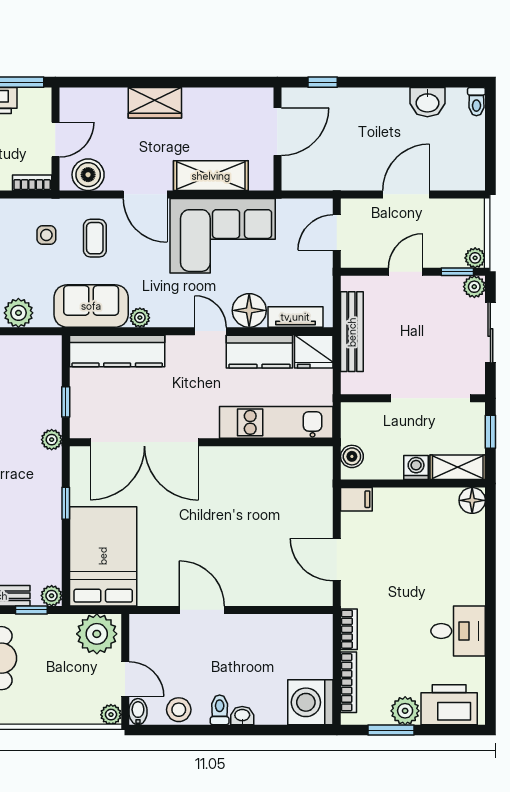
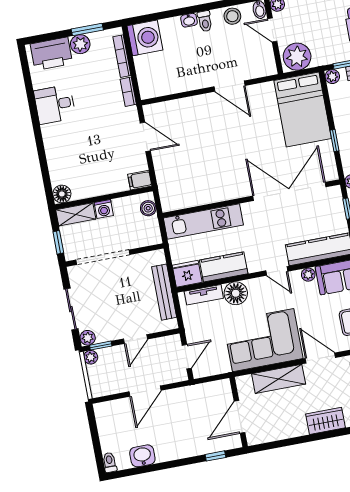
door: (211, 331) -> (277, 271), moved

